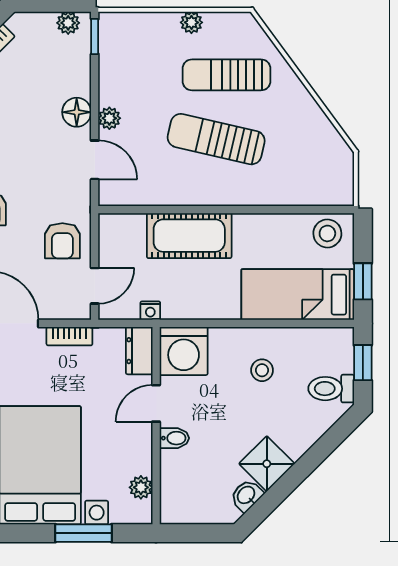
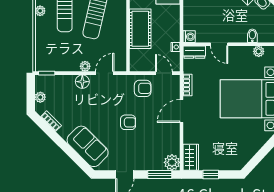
plant: (191, 22) -> (40, 11), moved
plant: (68, 23) -> (40, 97), moved
washing machine: (184, 351) -> (189, 37), width x0.53, depth x0.53
bidet: (174, 438) -> (252, 36), moved

